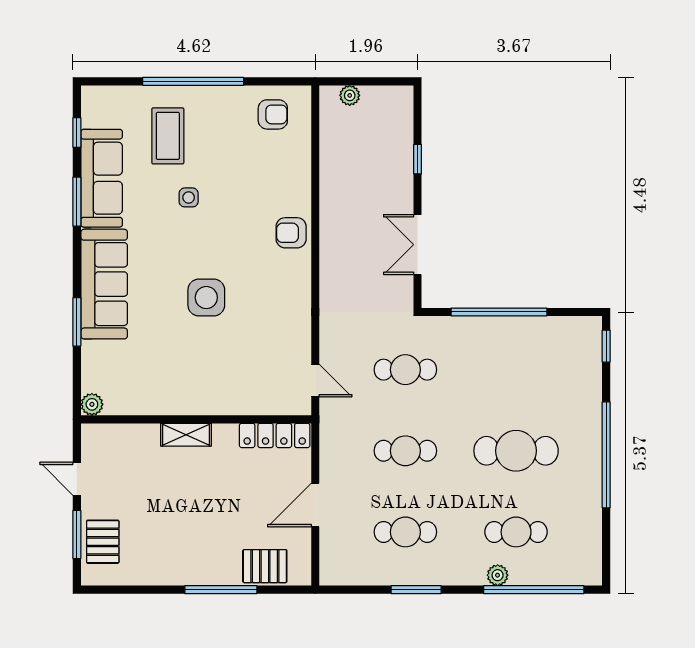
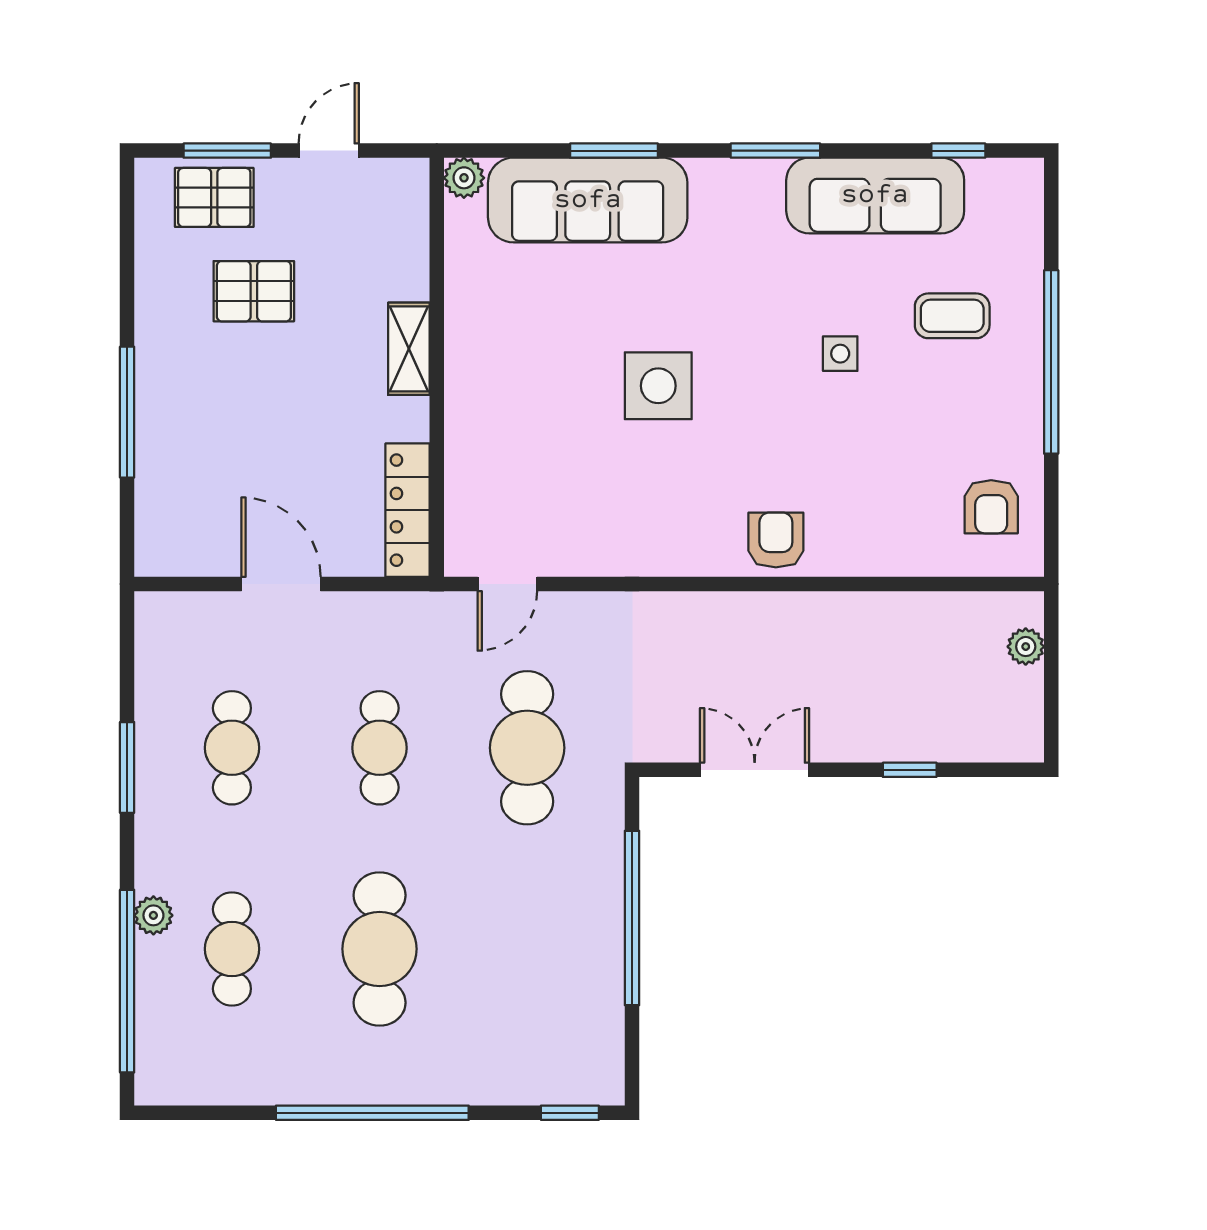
coffee table: (168, 136) -> (952, 316), width x0.73, depth x0.77
window: (77, 202) -> (775, 151), moved
sofa: (104, 284) -> (588, 200), moved
cafe table: (405, 370) -> (527, 748), width x1.37, depth x1.35
pallet: (265, 566) -> (254, 291), moved, turned 90

